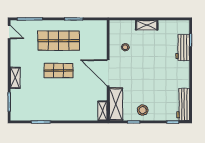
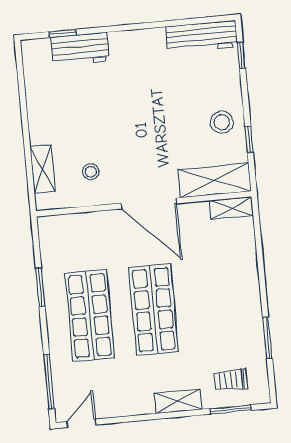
shelving: (147, 25) -> (43, 169), moved
shop shelf: (59, 70) -> (154, 310), width x1.43, depth x1.36
door: (108, 73) -> (149, 203), hinge flipped
trolley: (23, 103) -> (230, 380), added

